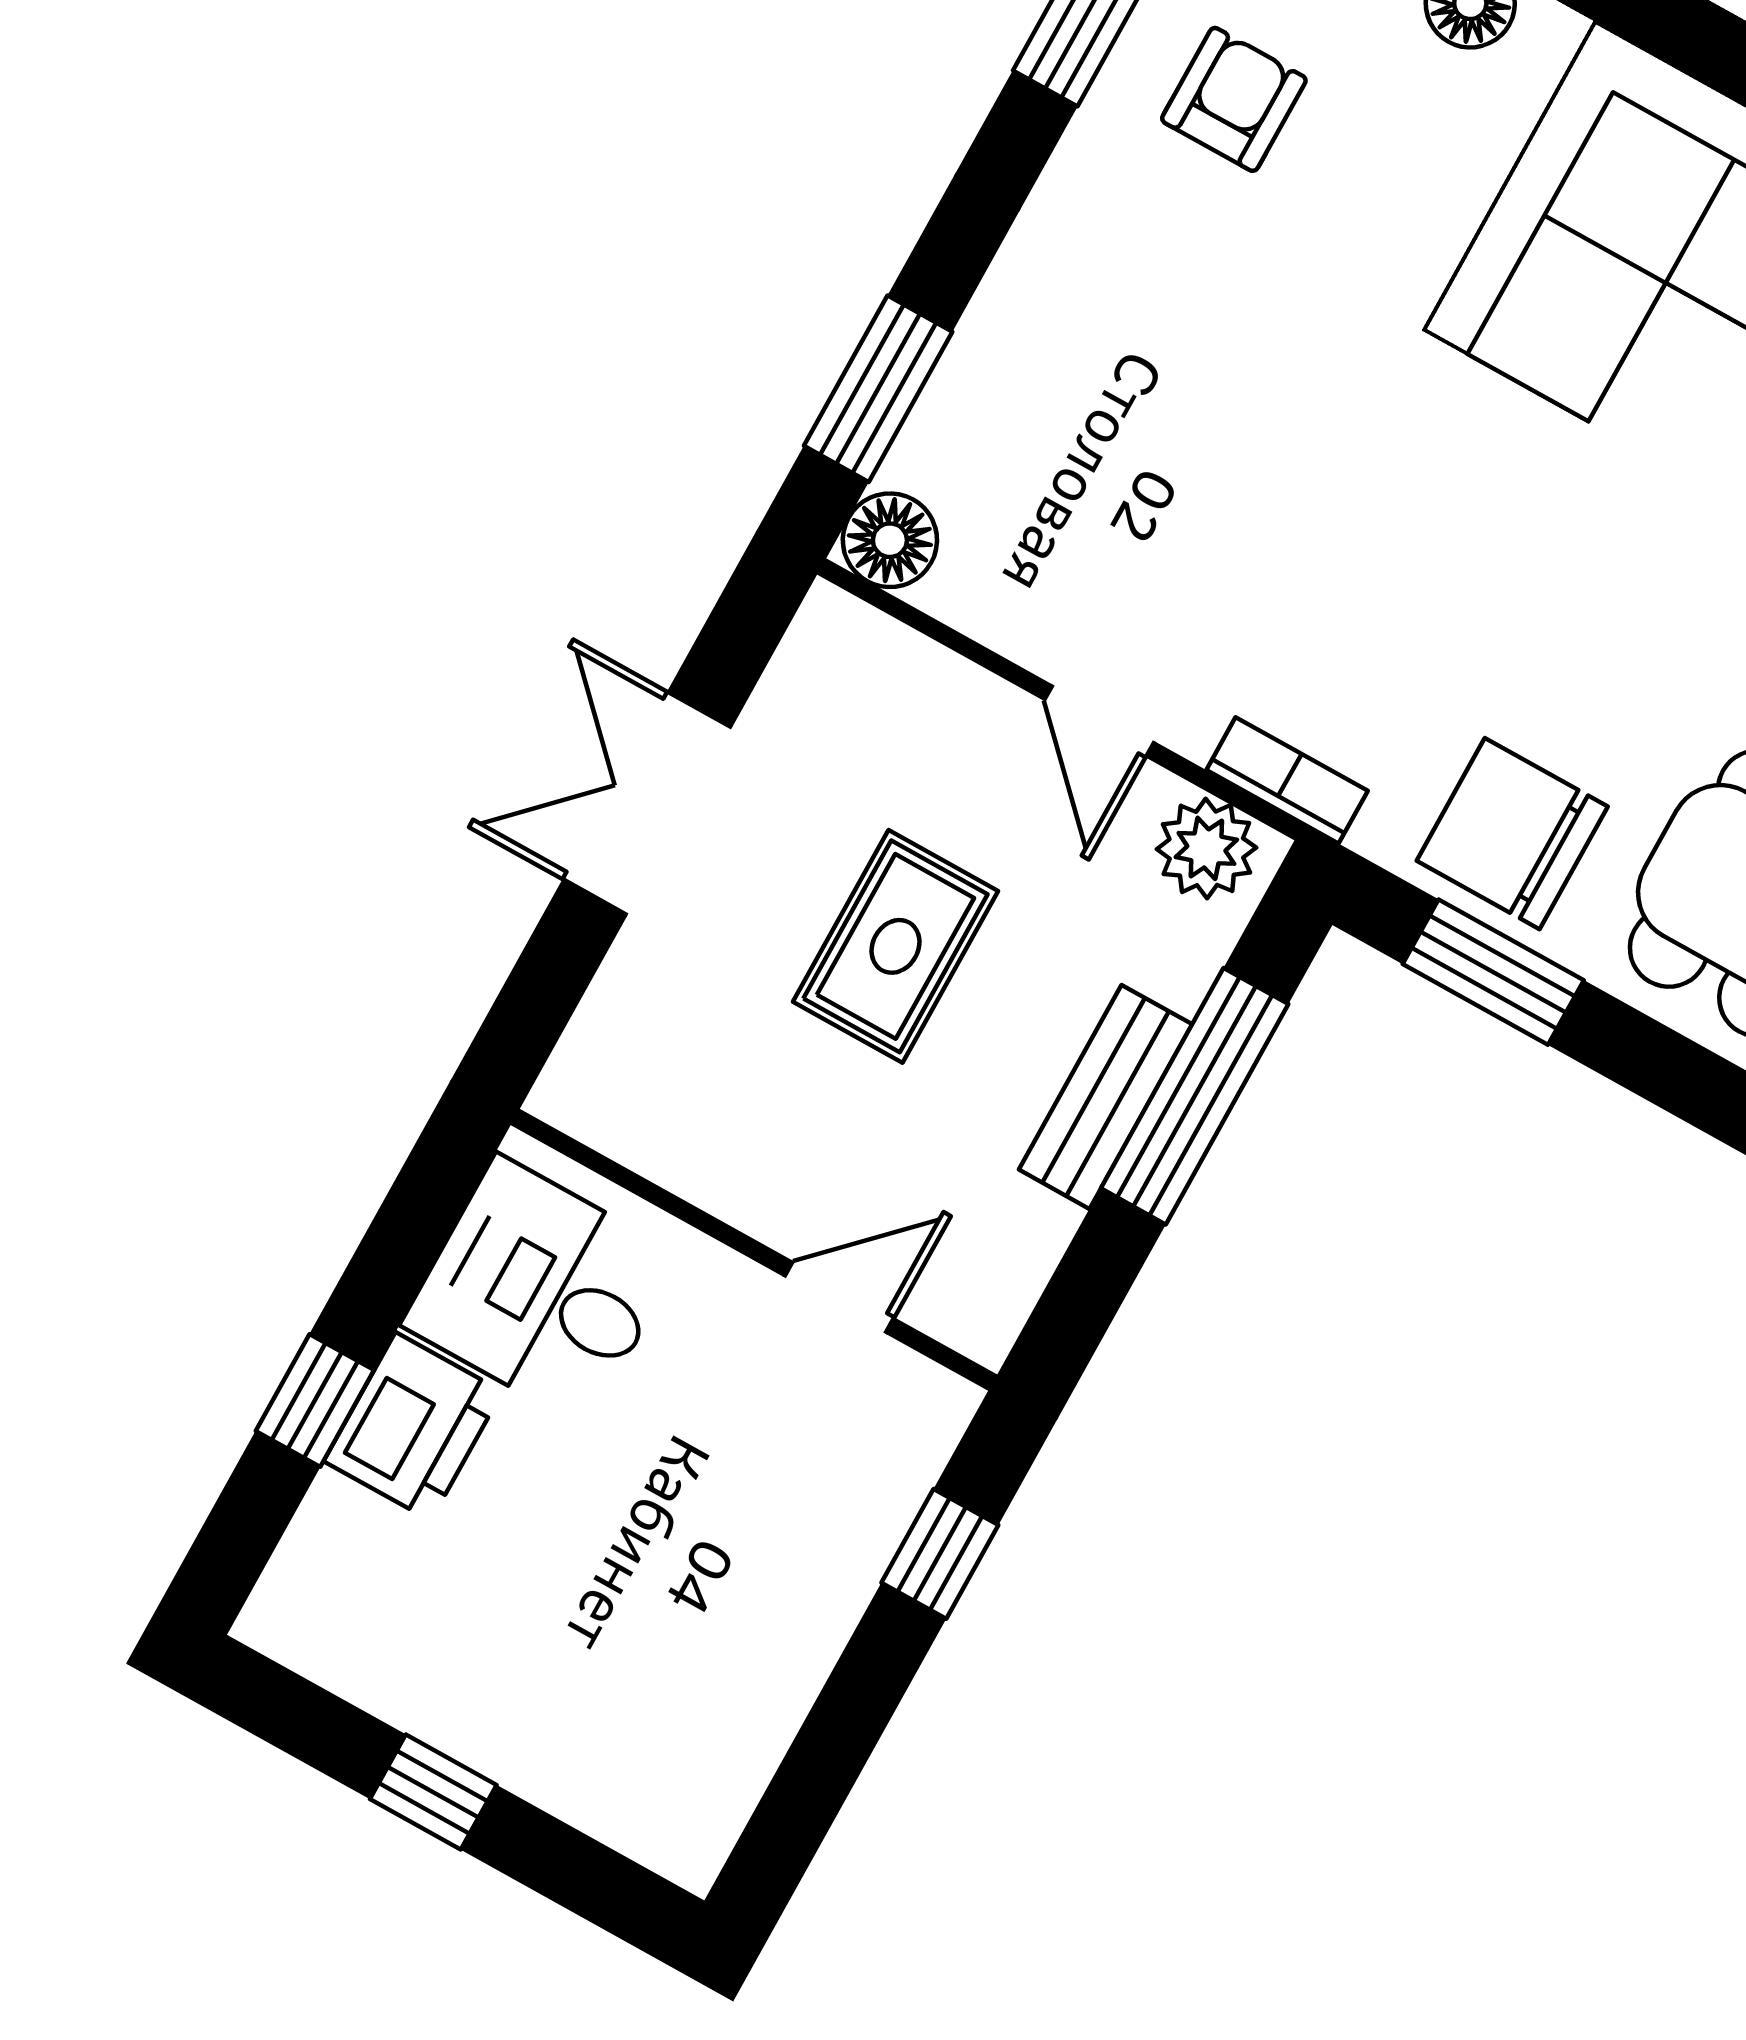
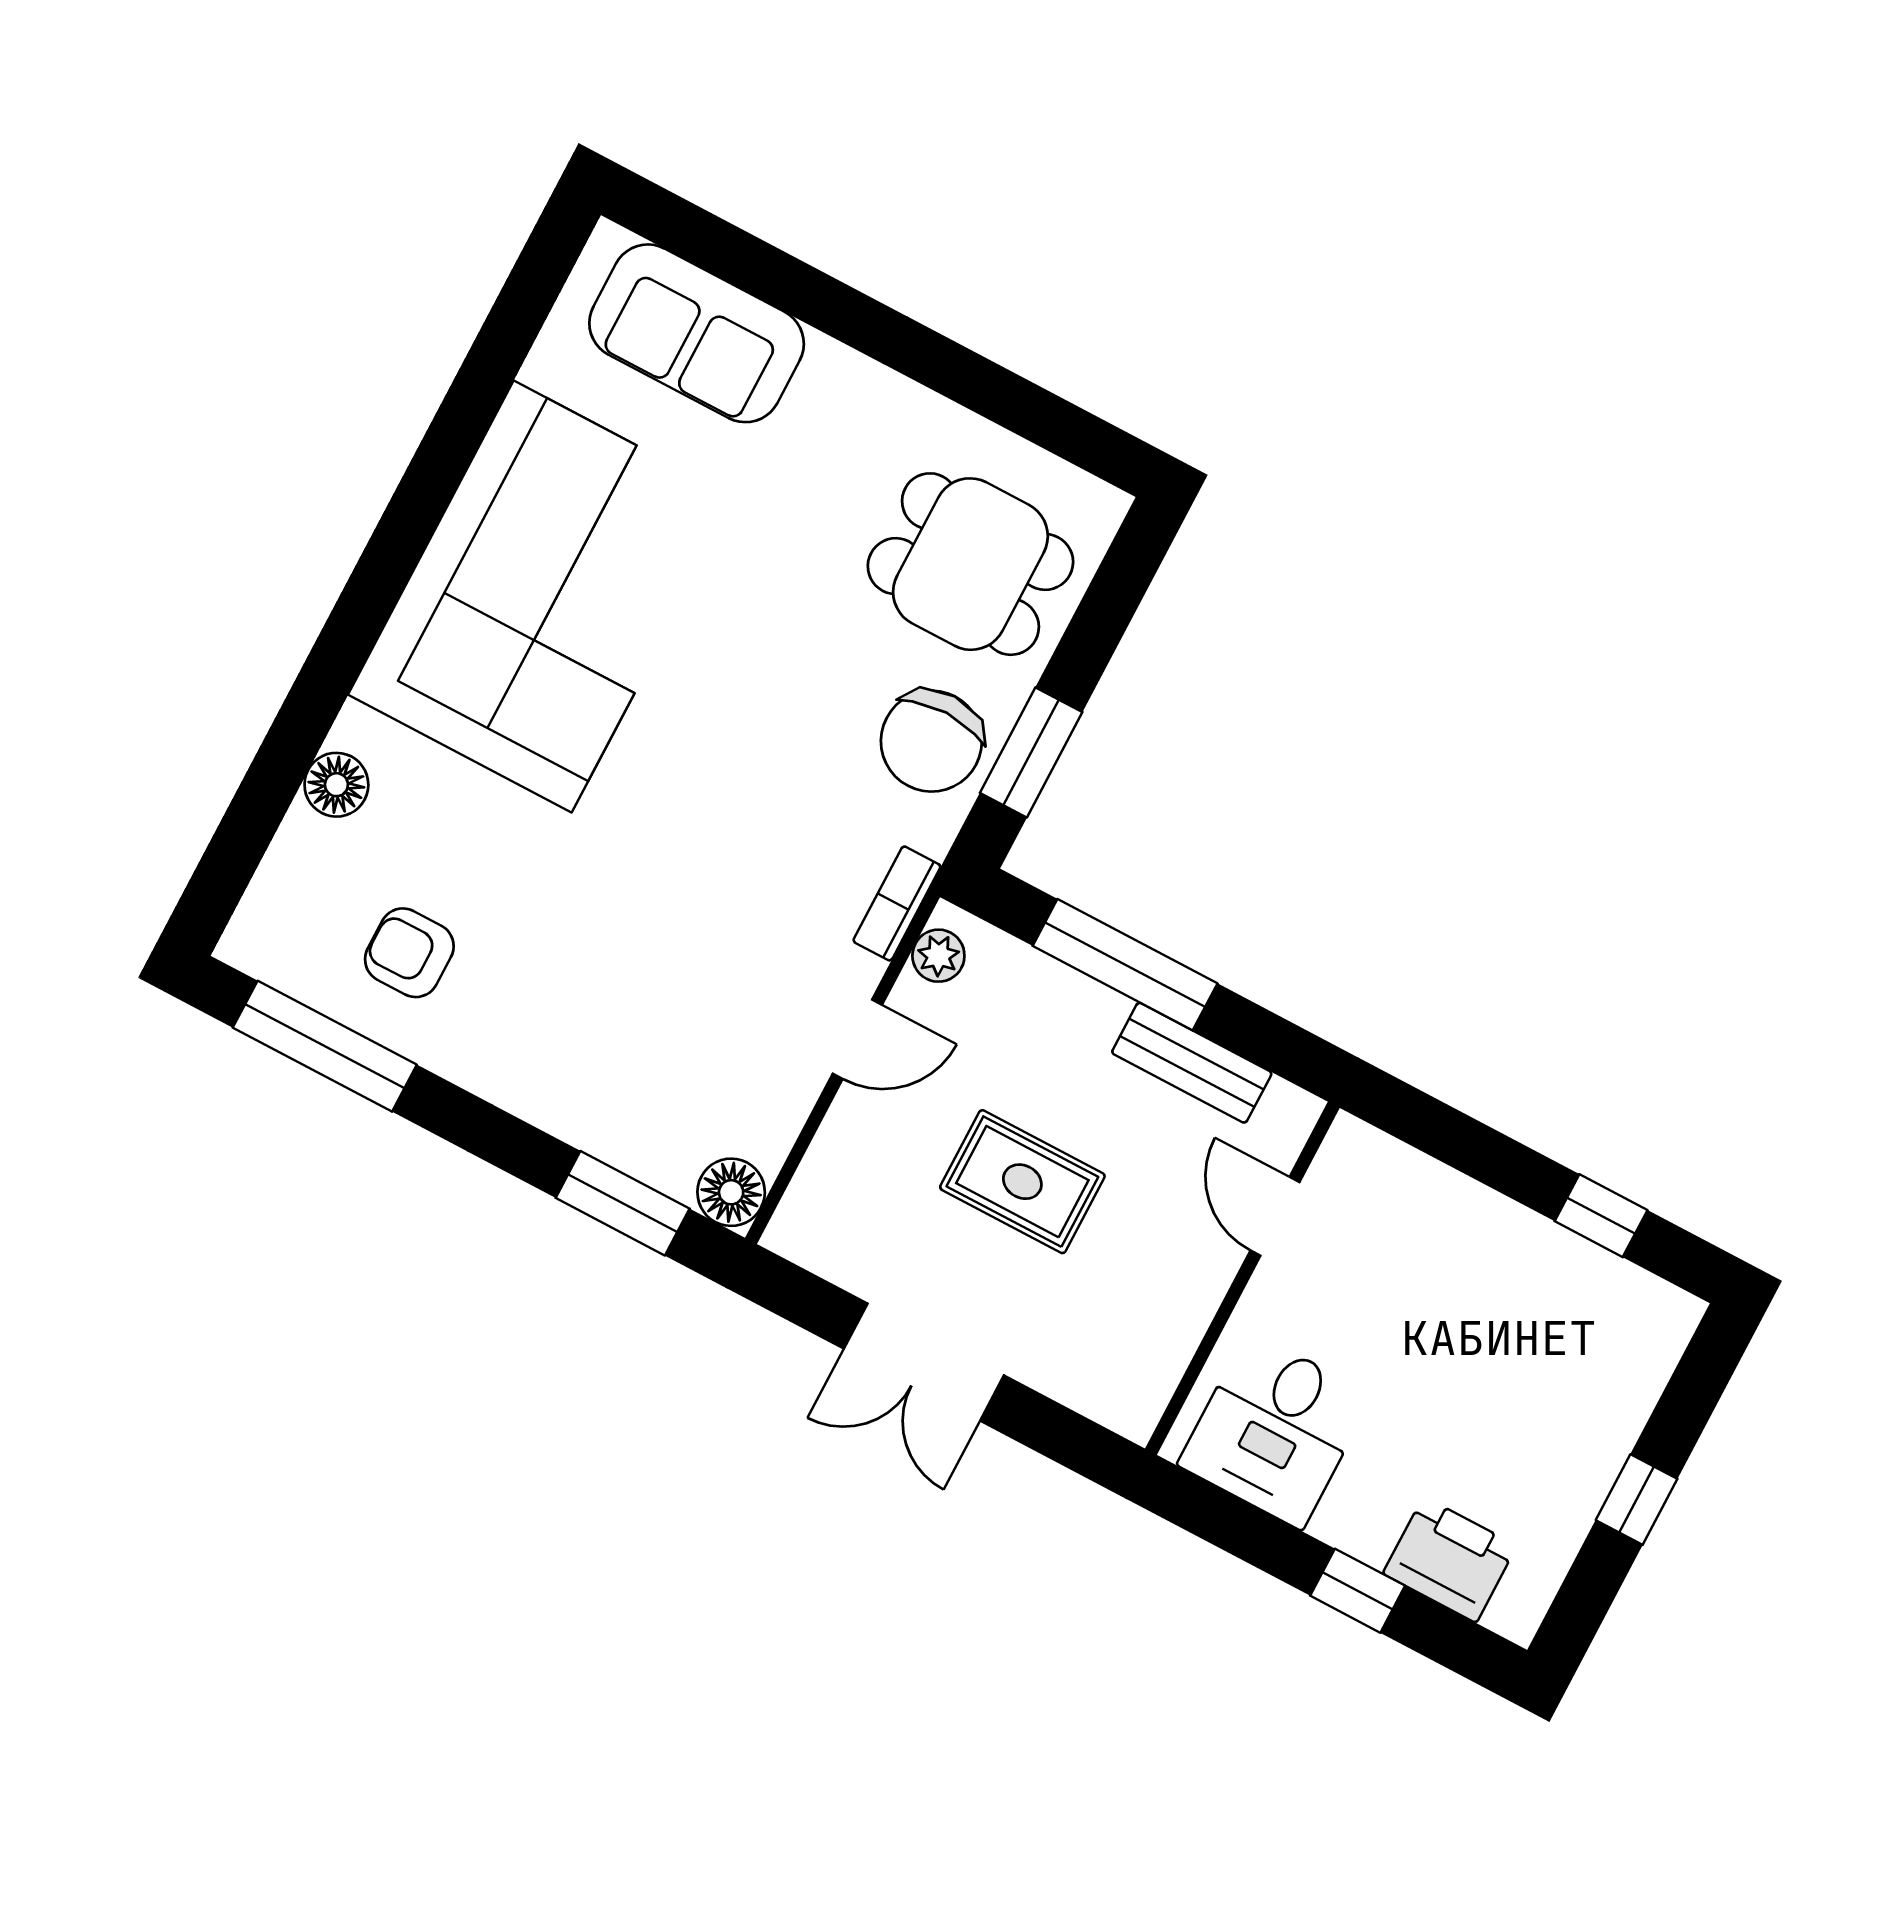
plant: (1206, 848) -> (938, 956), width x0.73, depth x0.73
bench: (1106, 1097) -> (1192, 1063), moved
printer: (413, 1426) -> (1450, 1560), moved
window: (940, 1554) -> (1601, 1216), moved

